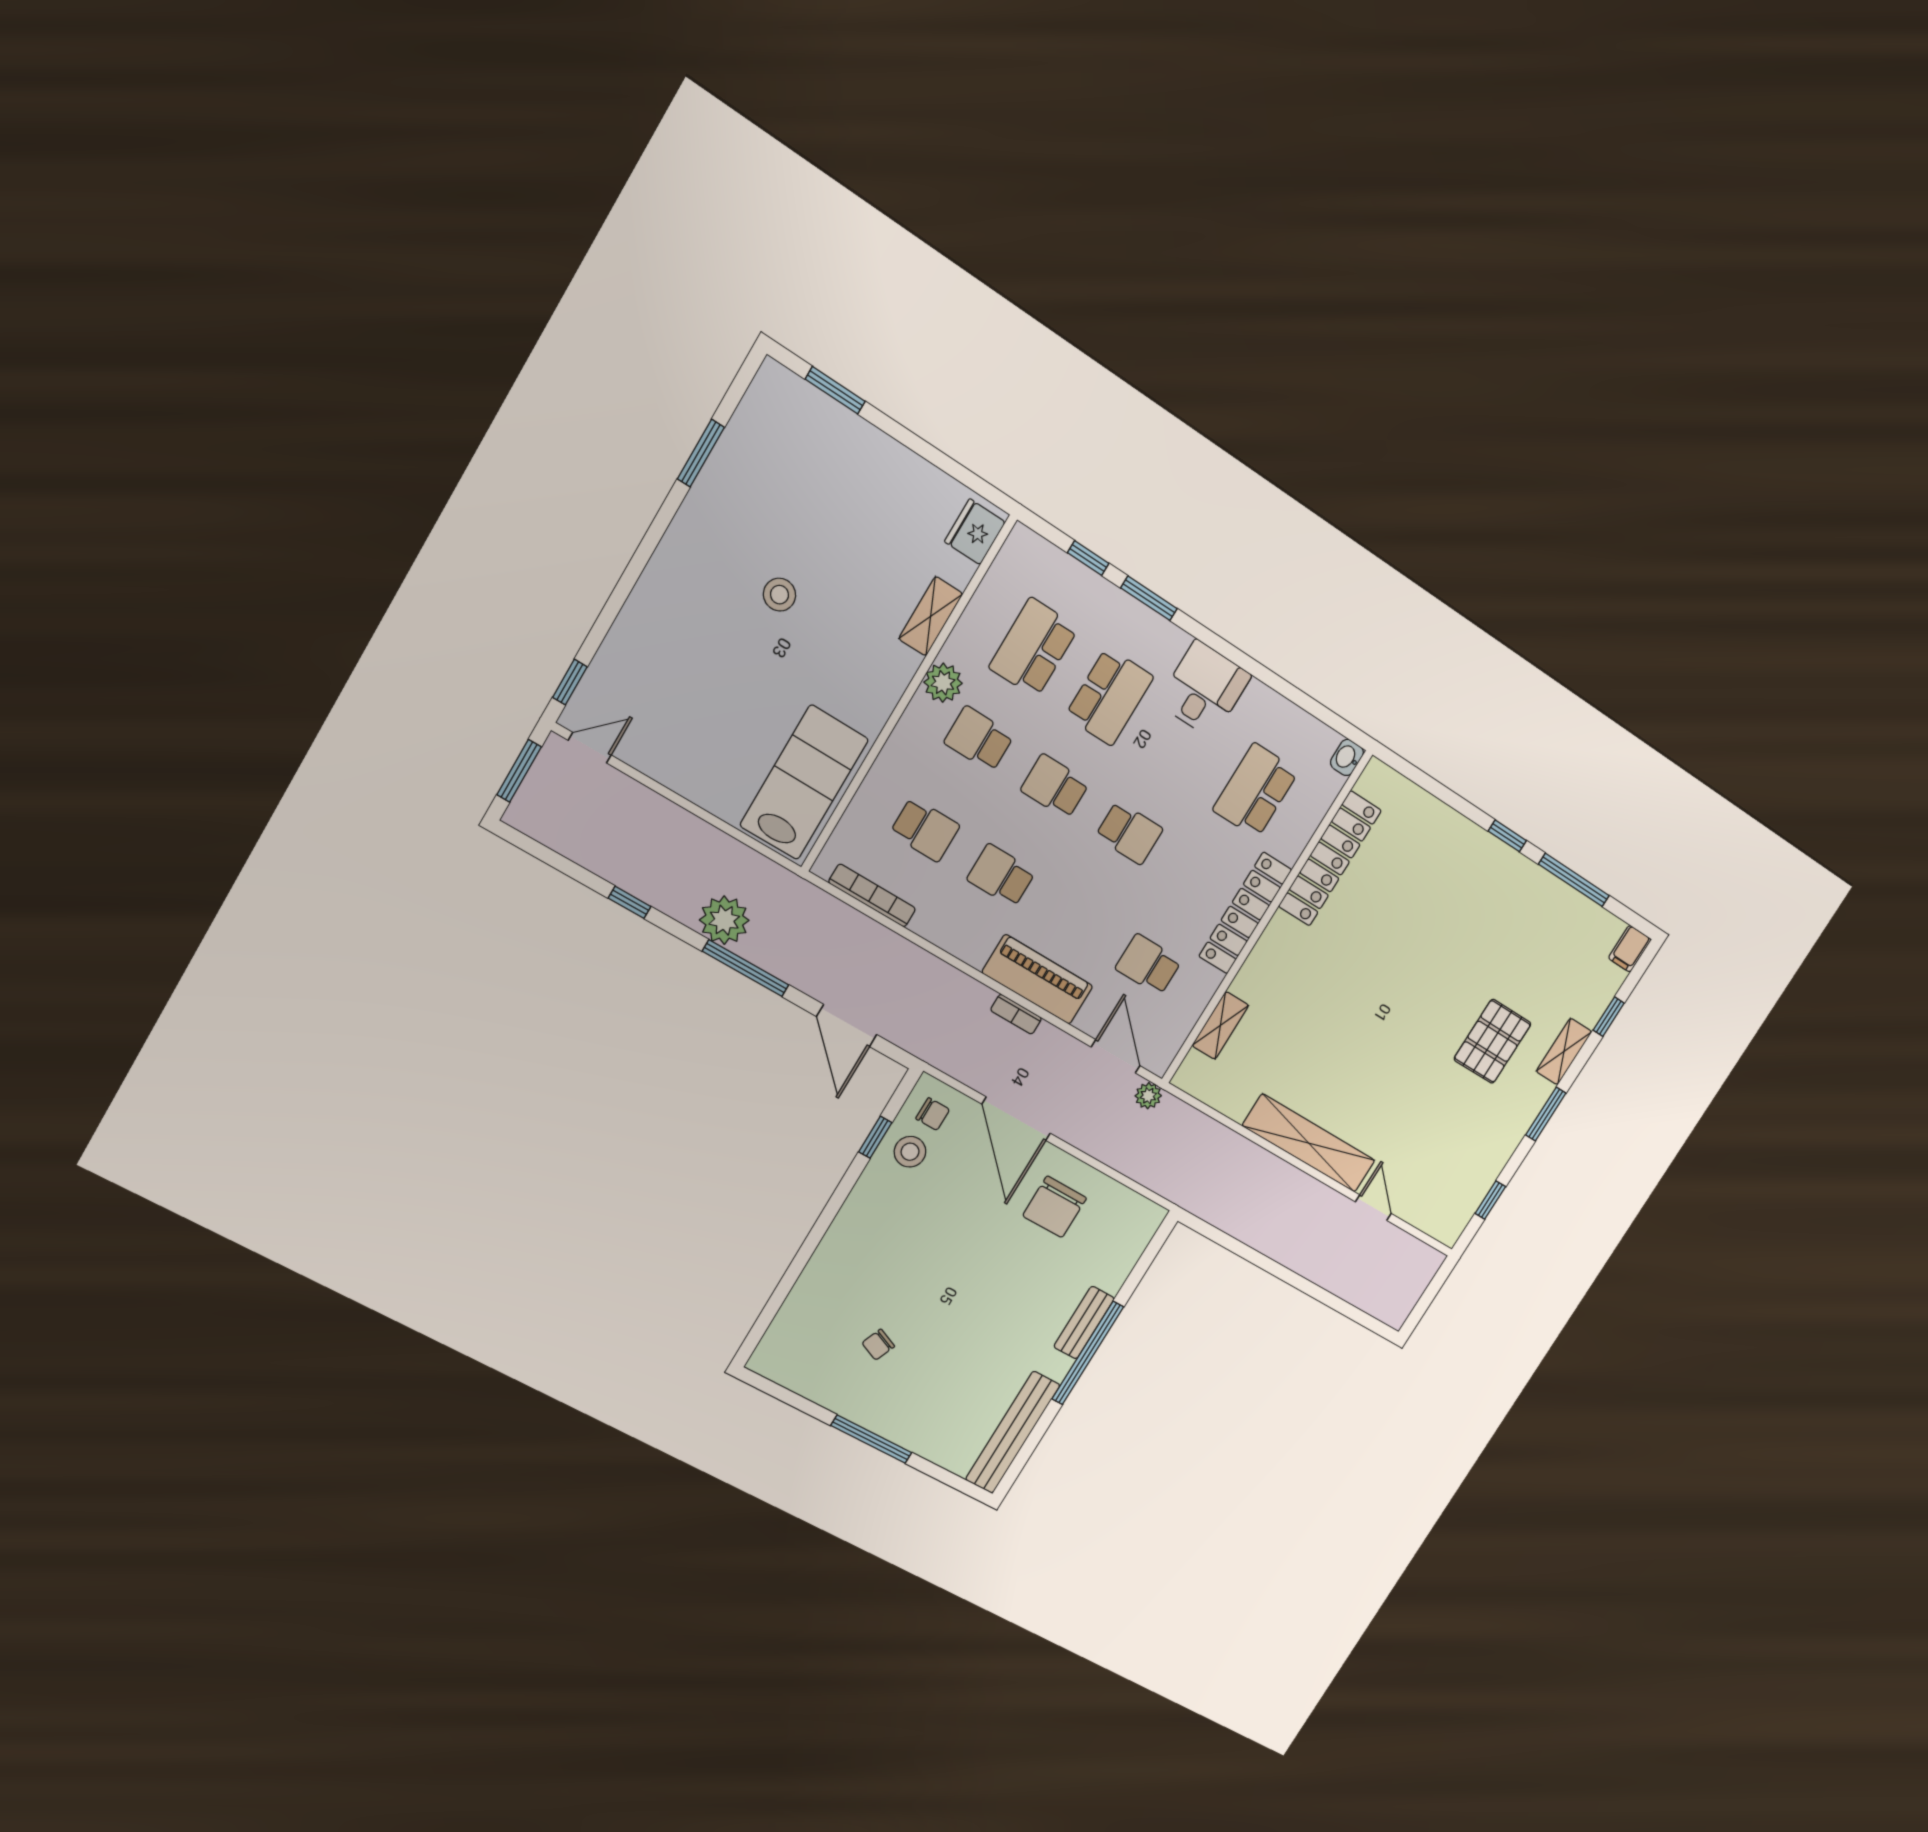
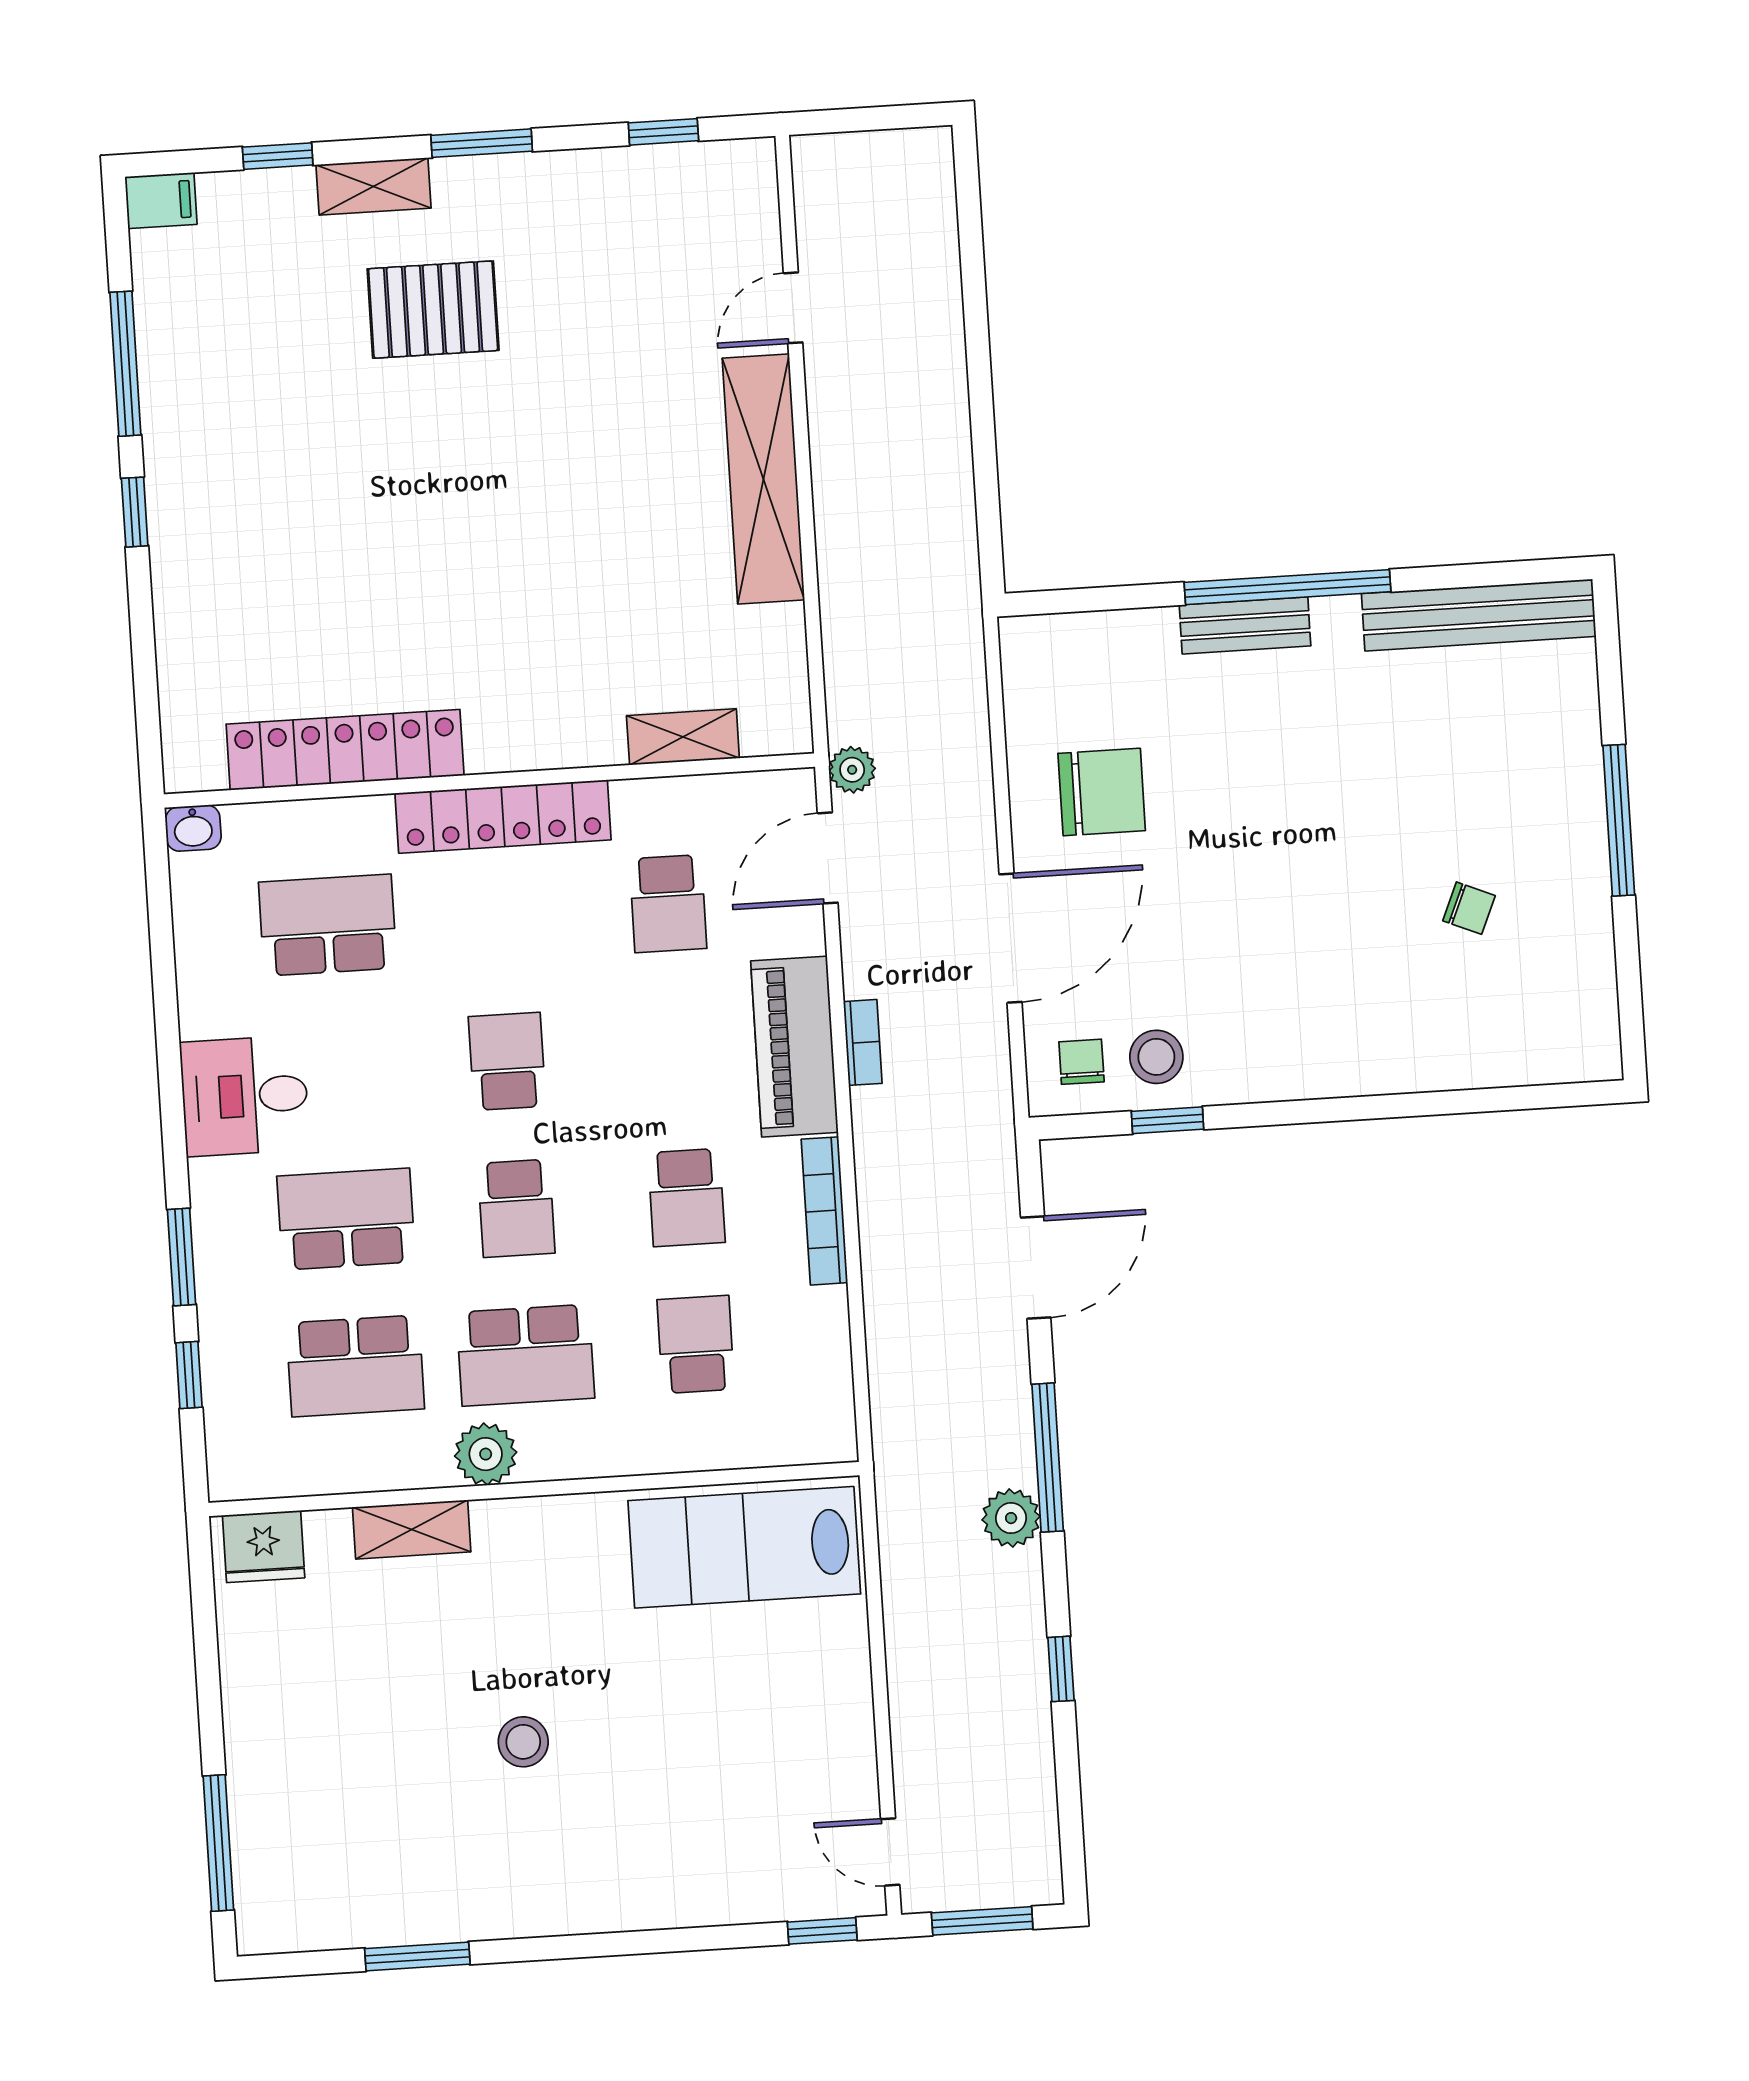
window: (835, 390) -> (218, 1843), width x1.44
school desk: (979, 739) -> (526, 1355), width x1.85
school desk: (1256, 791) -> (328, 925), turned 180
bookcase: (872, 896) -> (824, 1211), moved
plant: (724, 920) -> (1011, 1518), width x0.73, depth x0.73

